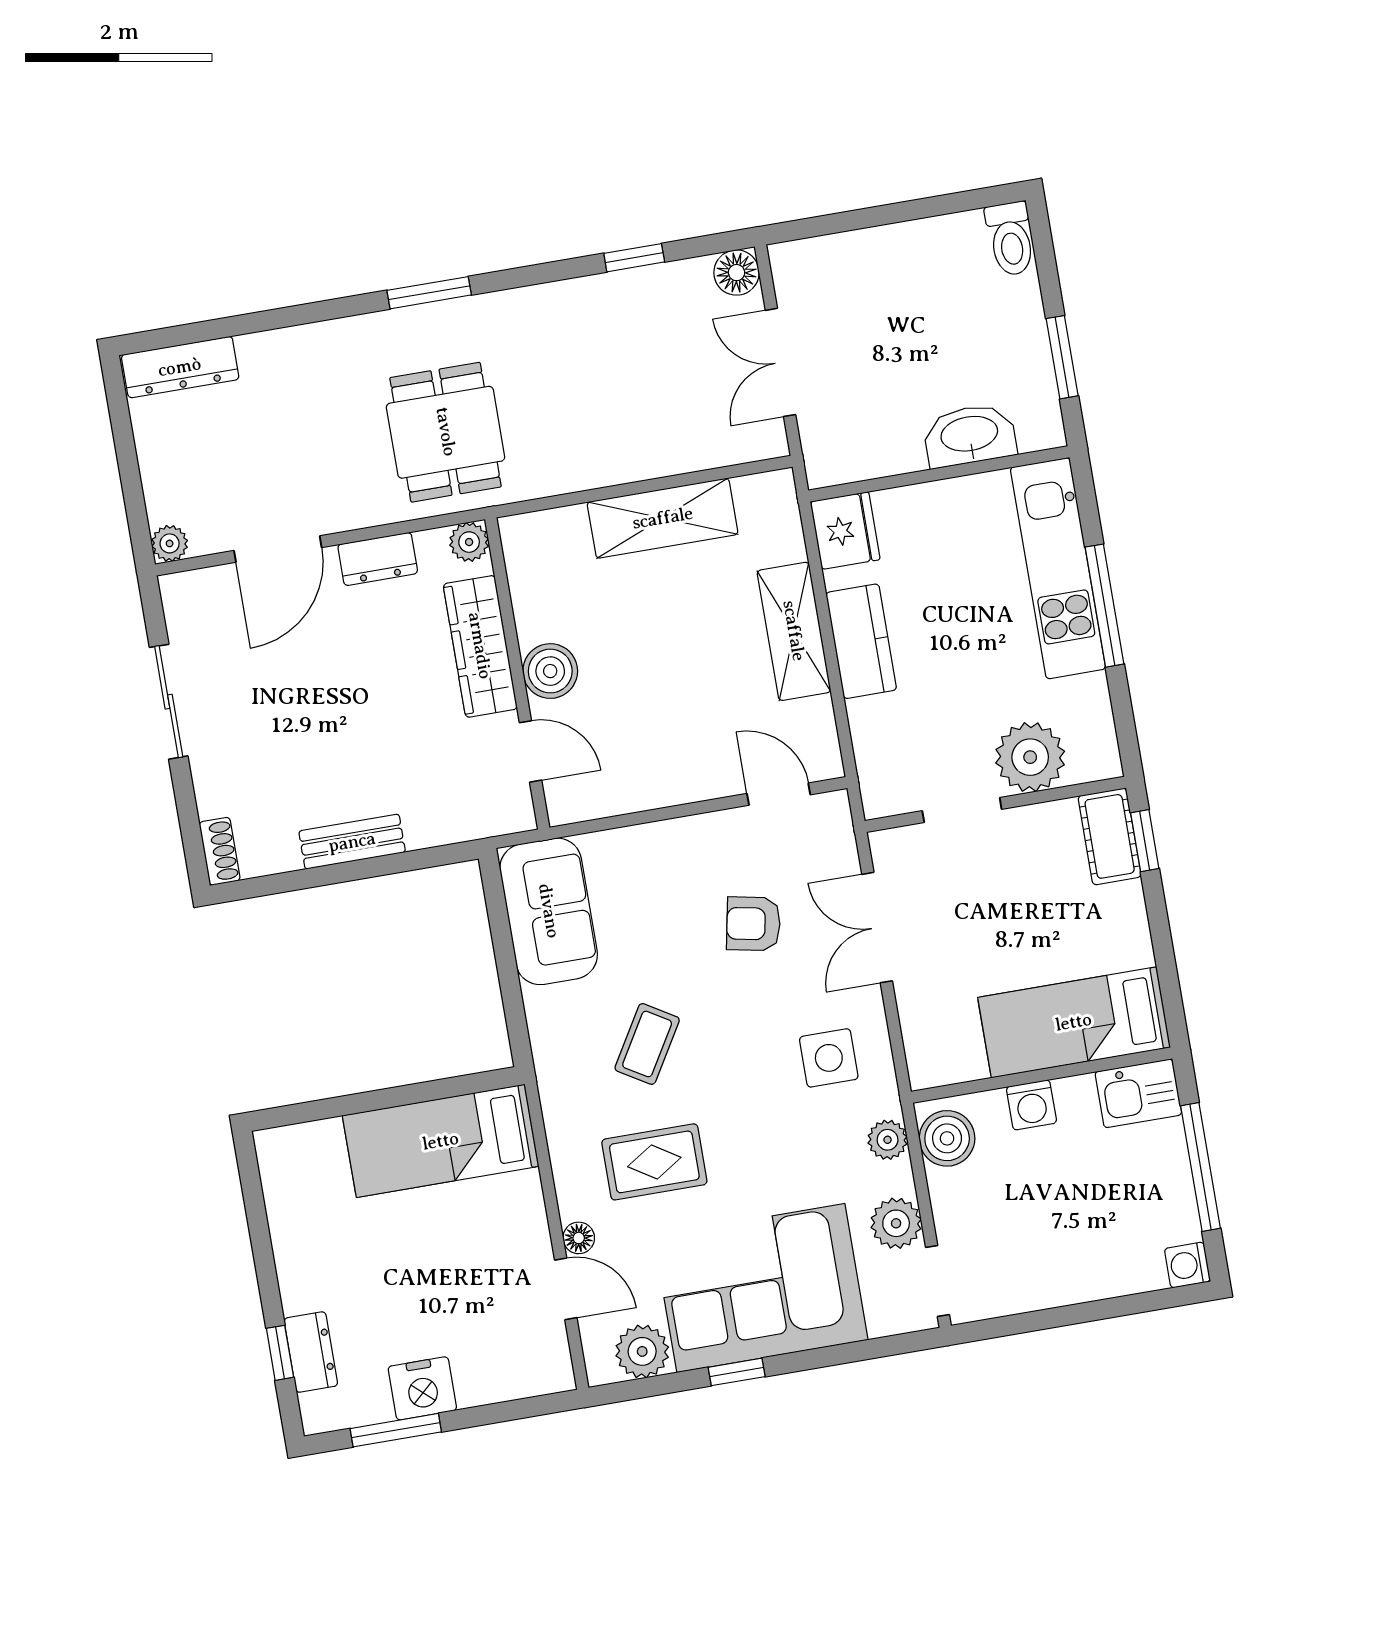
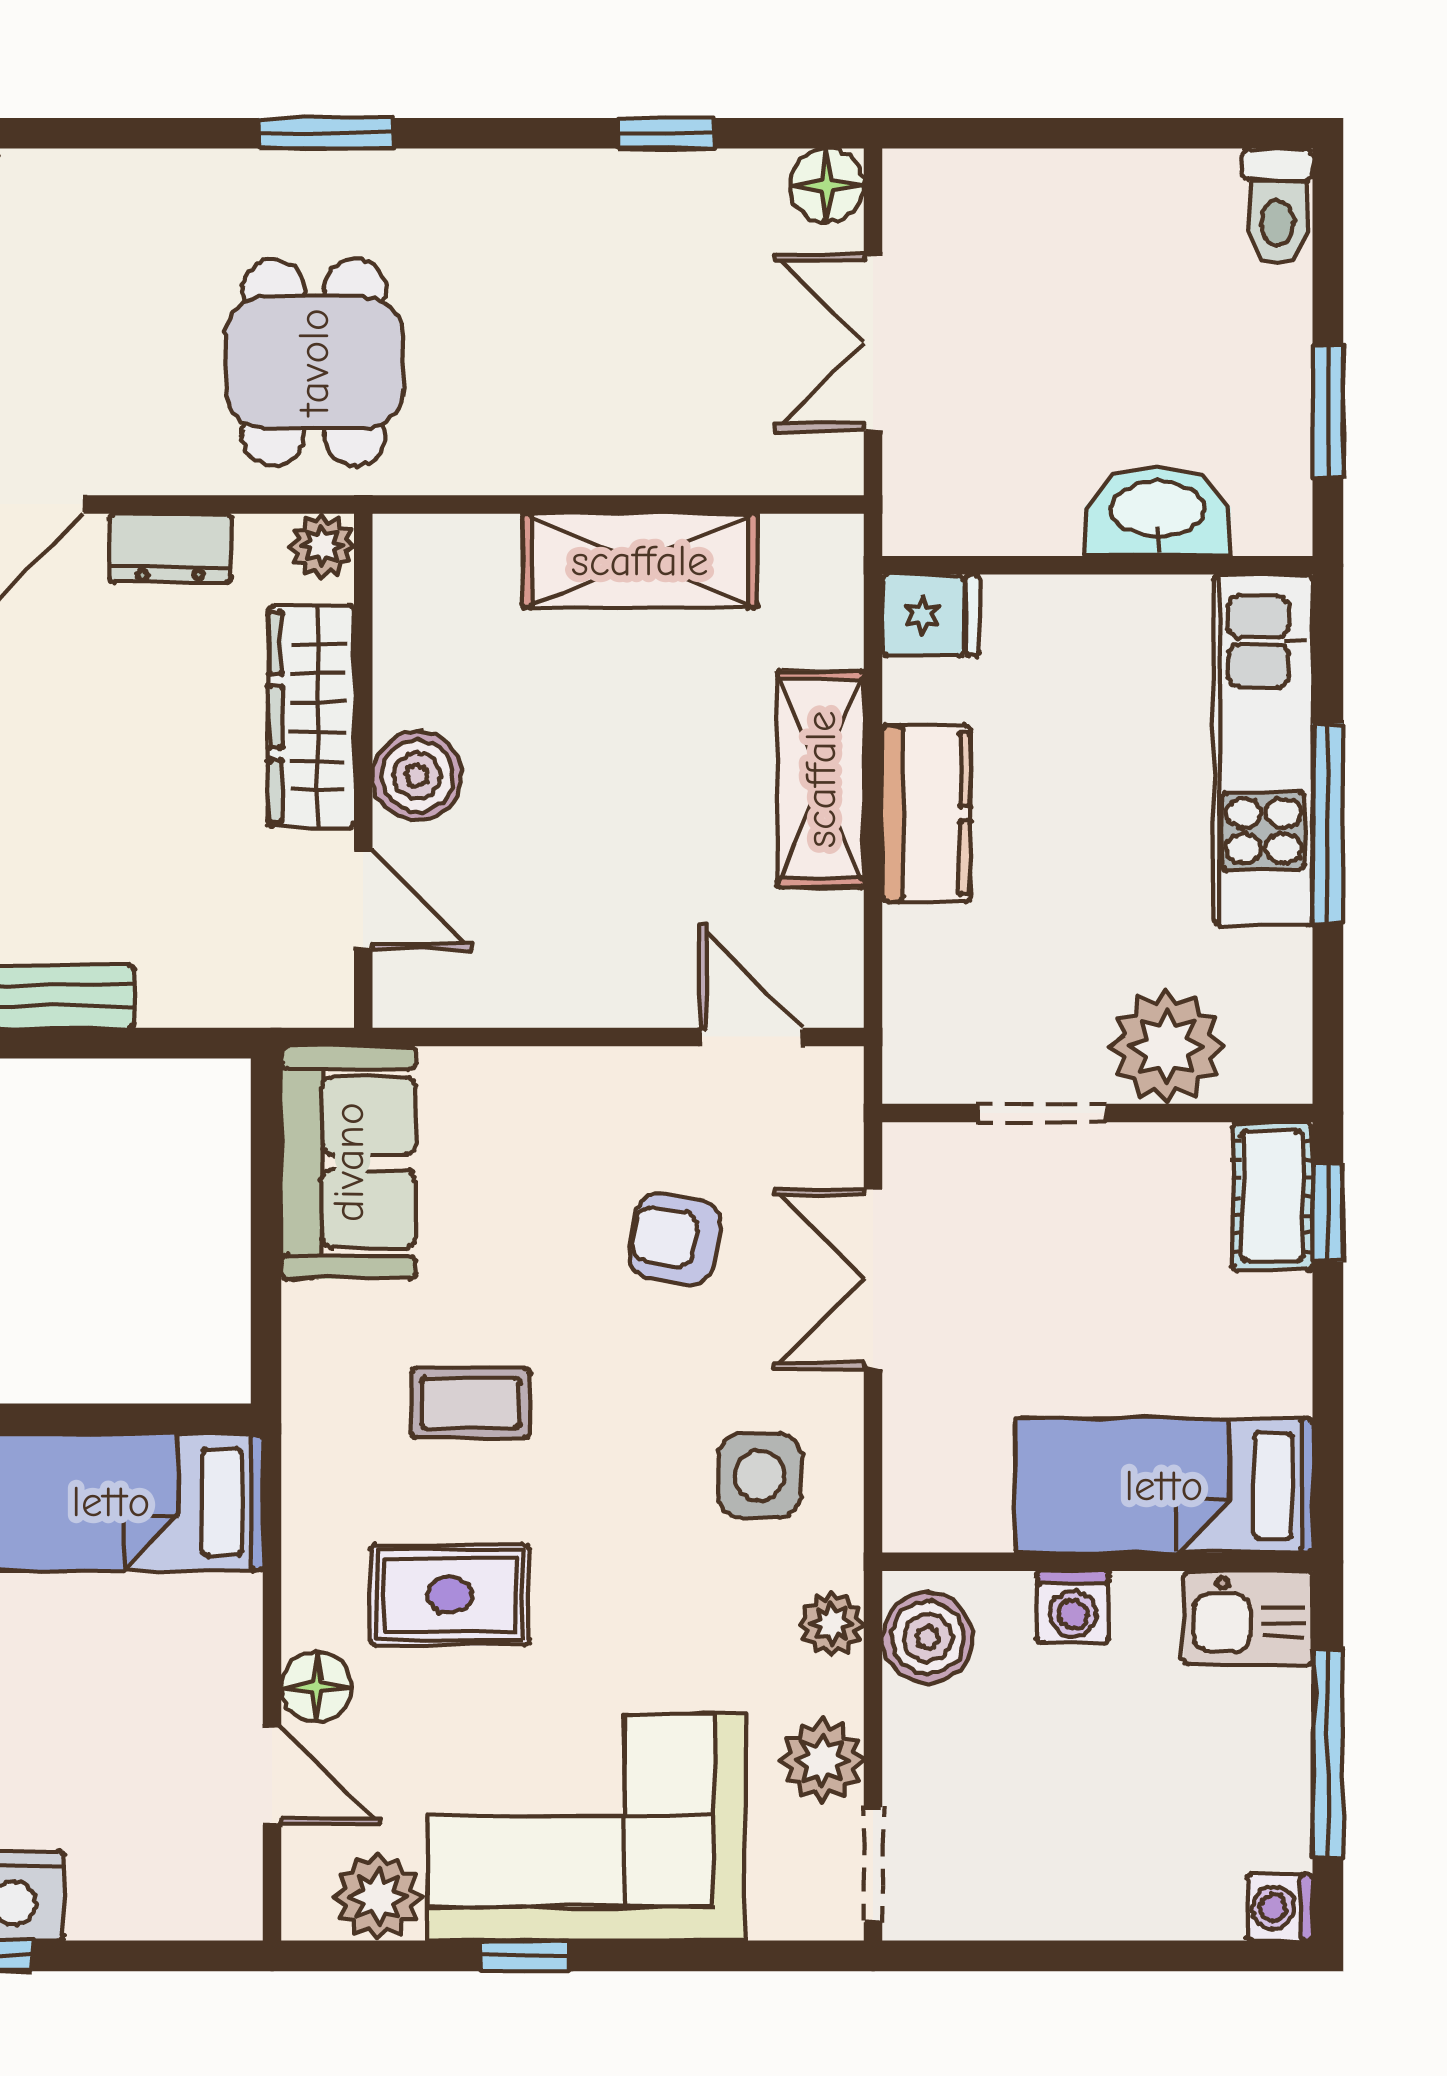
fridge: (845, 531) -> (931, 615), width x0.72
coffee table: (647, 1044) -> (471, 1403), turned 59
floor lamp: (579, 1238) -> (317, 1687), width x1.37, depth x1.37

